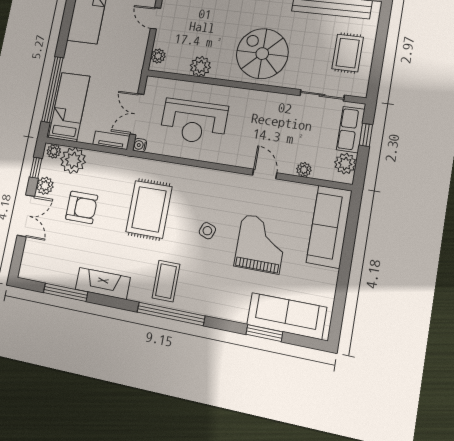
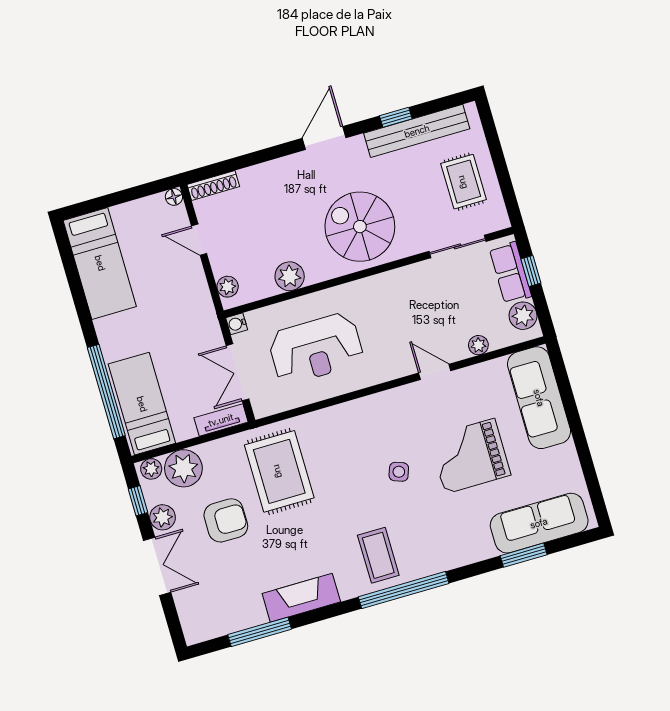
water cooler: (140, 145) -> (237, 324), moved
rug: (149, 209) -> (279, 471), moved
grand piano: (261, 244) -> (470, 456), turned -90

